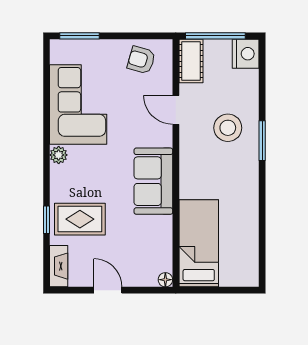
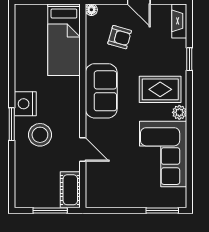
window: (215, 36) -> (50, 211), width x0.69
nightstand: (246, 54) -> (25, 104), moved
armchair: (141, 60) -> (120, 37), moved
rug: (80, 219) -> (160, 89), moved

